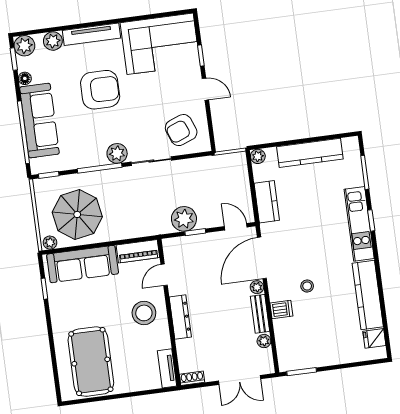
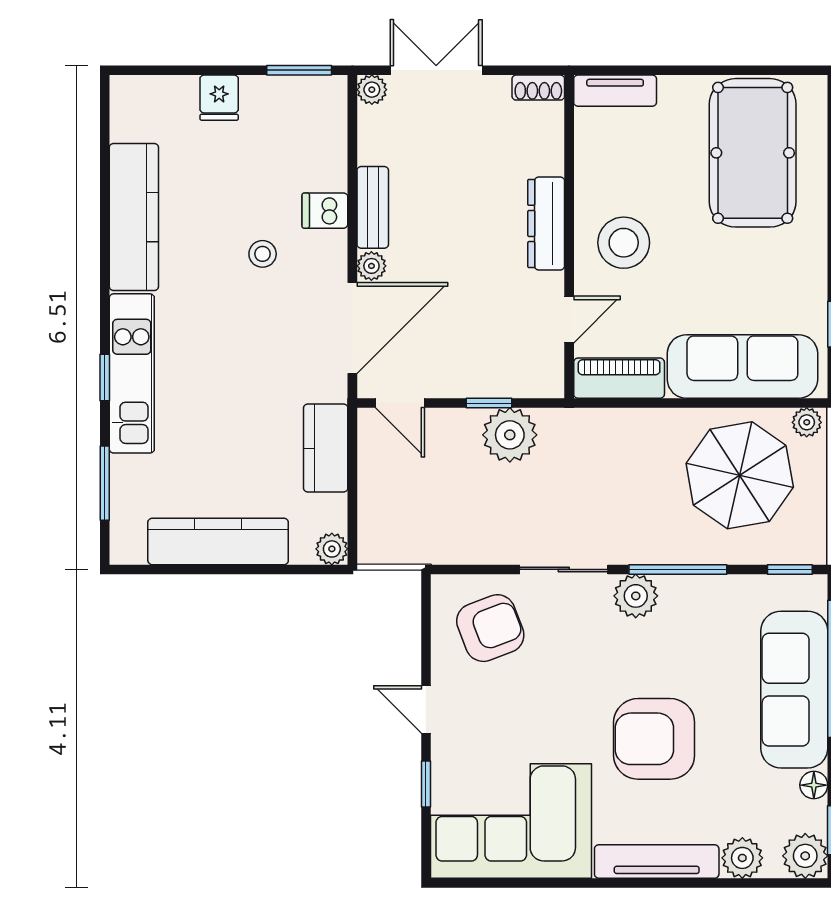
fridge: (374, 338) -> (219, 98), moved, turned 90
plant: (264, 341) -> (372, 90), moved
tv unit: (167, 368) -> (615, 91), moved, turned 90

